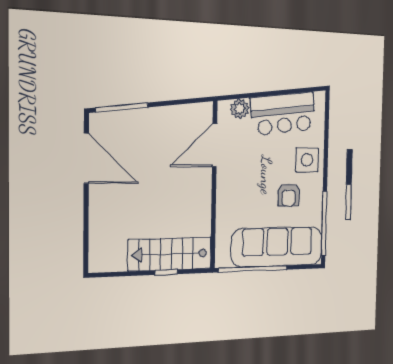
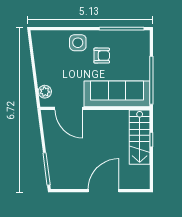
bar counter: (283, 114) -> (47, 61), removed
door: (86, 158) -> (104, 191), moved
sofa: (277, 247) -> (117, 94), moved, turned 90

